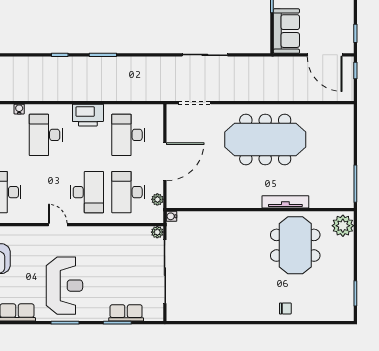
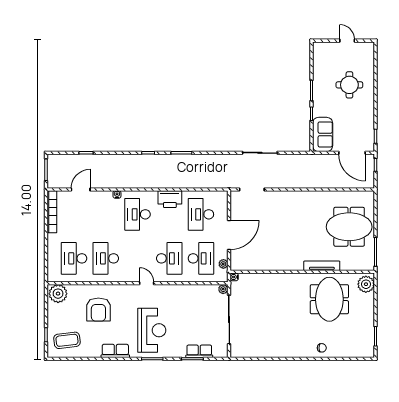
meeting table: (265, 140) -> (349, 227), moved, width x0.73
desk: (128, 192) -> (201, 258), turned 180

